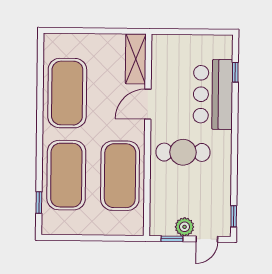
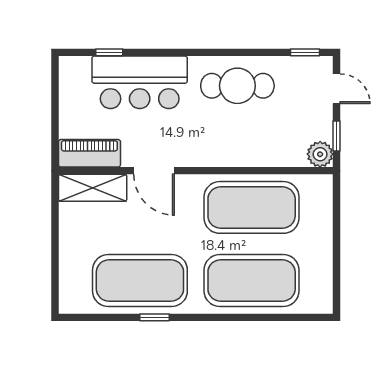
piano: (161, 57) -> (89, 153), added
cafe table: (183, 152) -> (237, 86), moved, turned 90
window: (39, 203) -> (155, 317), moved
plant: (185, 227) -> (320, 154), moved

